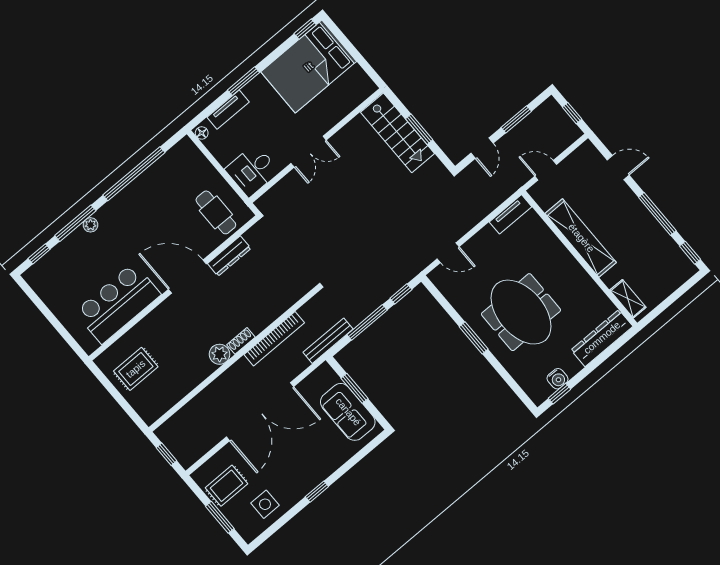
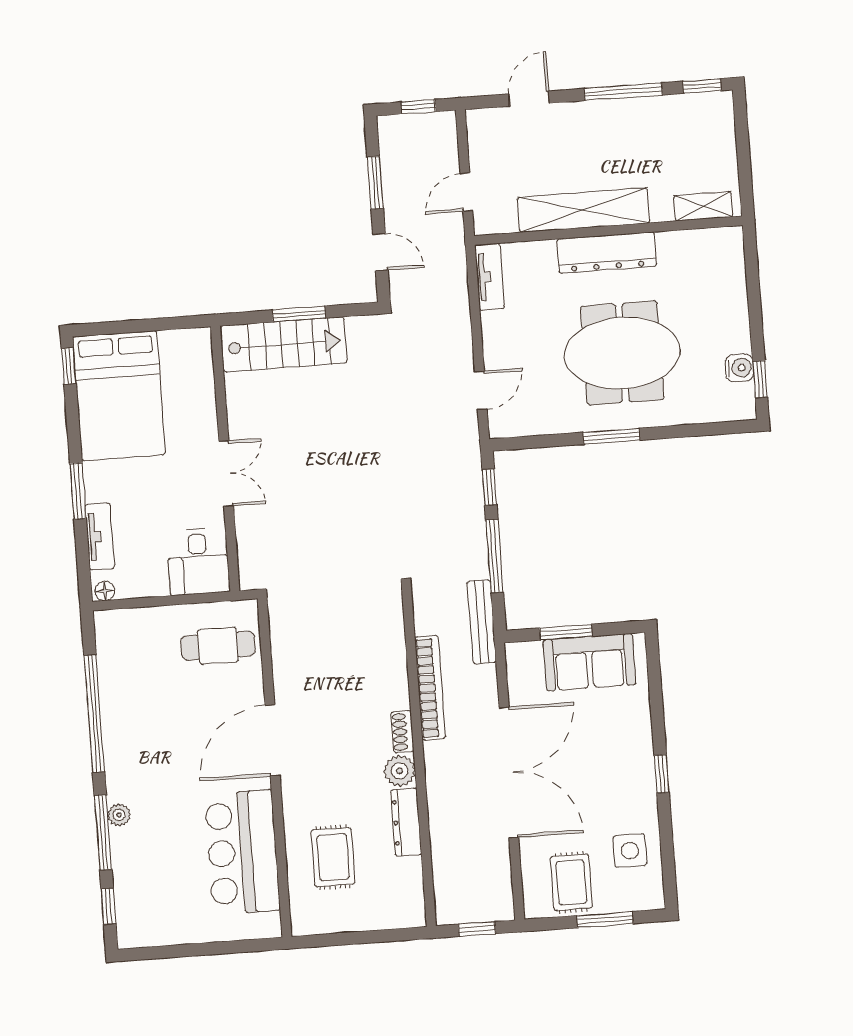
dresser: (229, 256) -> (406, 822), moved, turned 180
dresser: (602, 338) -> (607, 253), moved, turned -90
rug: (136, 369) -> (333, 857), moved

